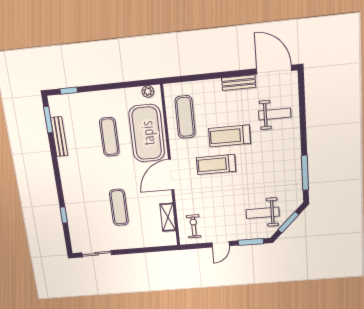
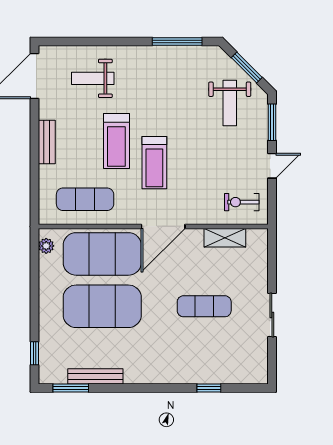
bench: (239, 83) -> (47, 142), moved
weight bench: (275, 114) -> (93, 78), turned -90
exercise mat: (109, 137) -> (102, 306), width x2.00, depth x1.45
door: (171, 175) -> (163, 226), hinge flipped
door: (221, 244) -> (272, 166), hinge flipped
sliding door: (97, 254) -> (272, 315), moved

